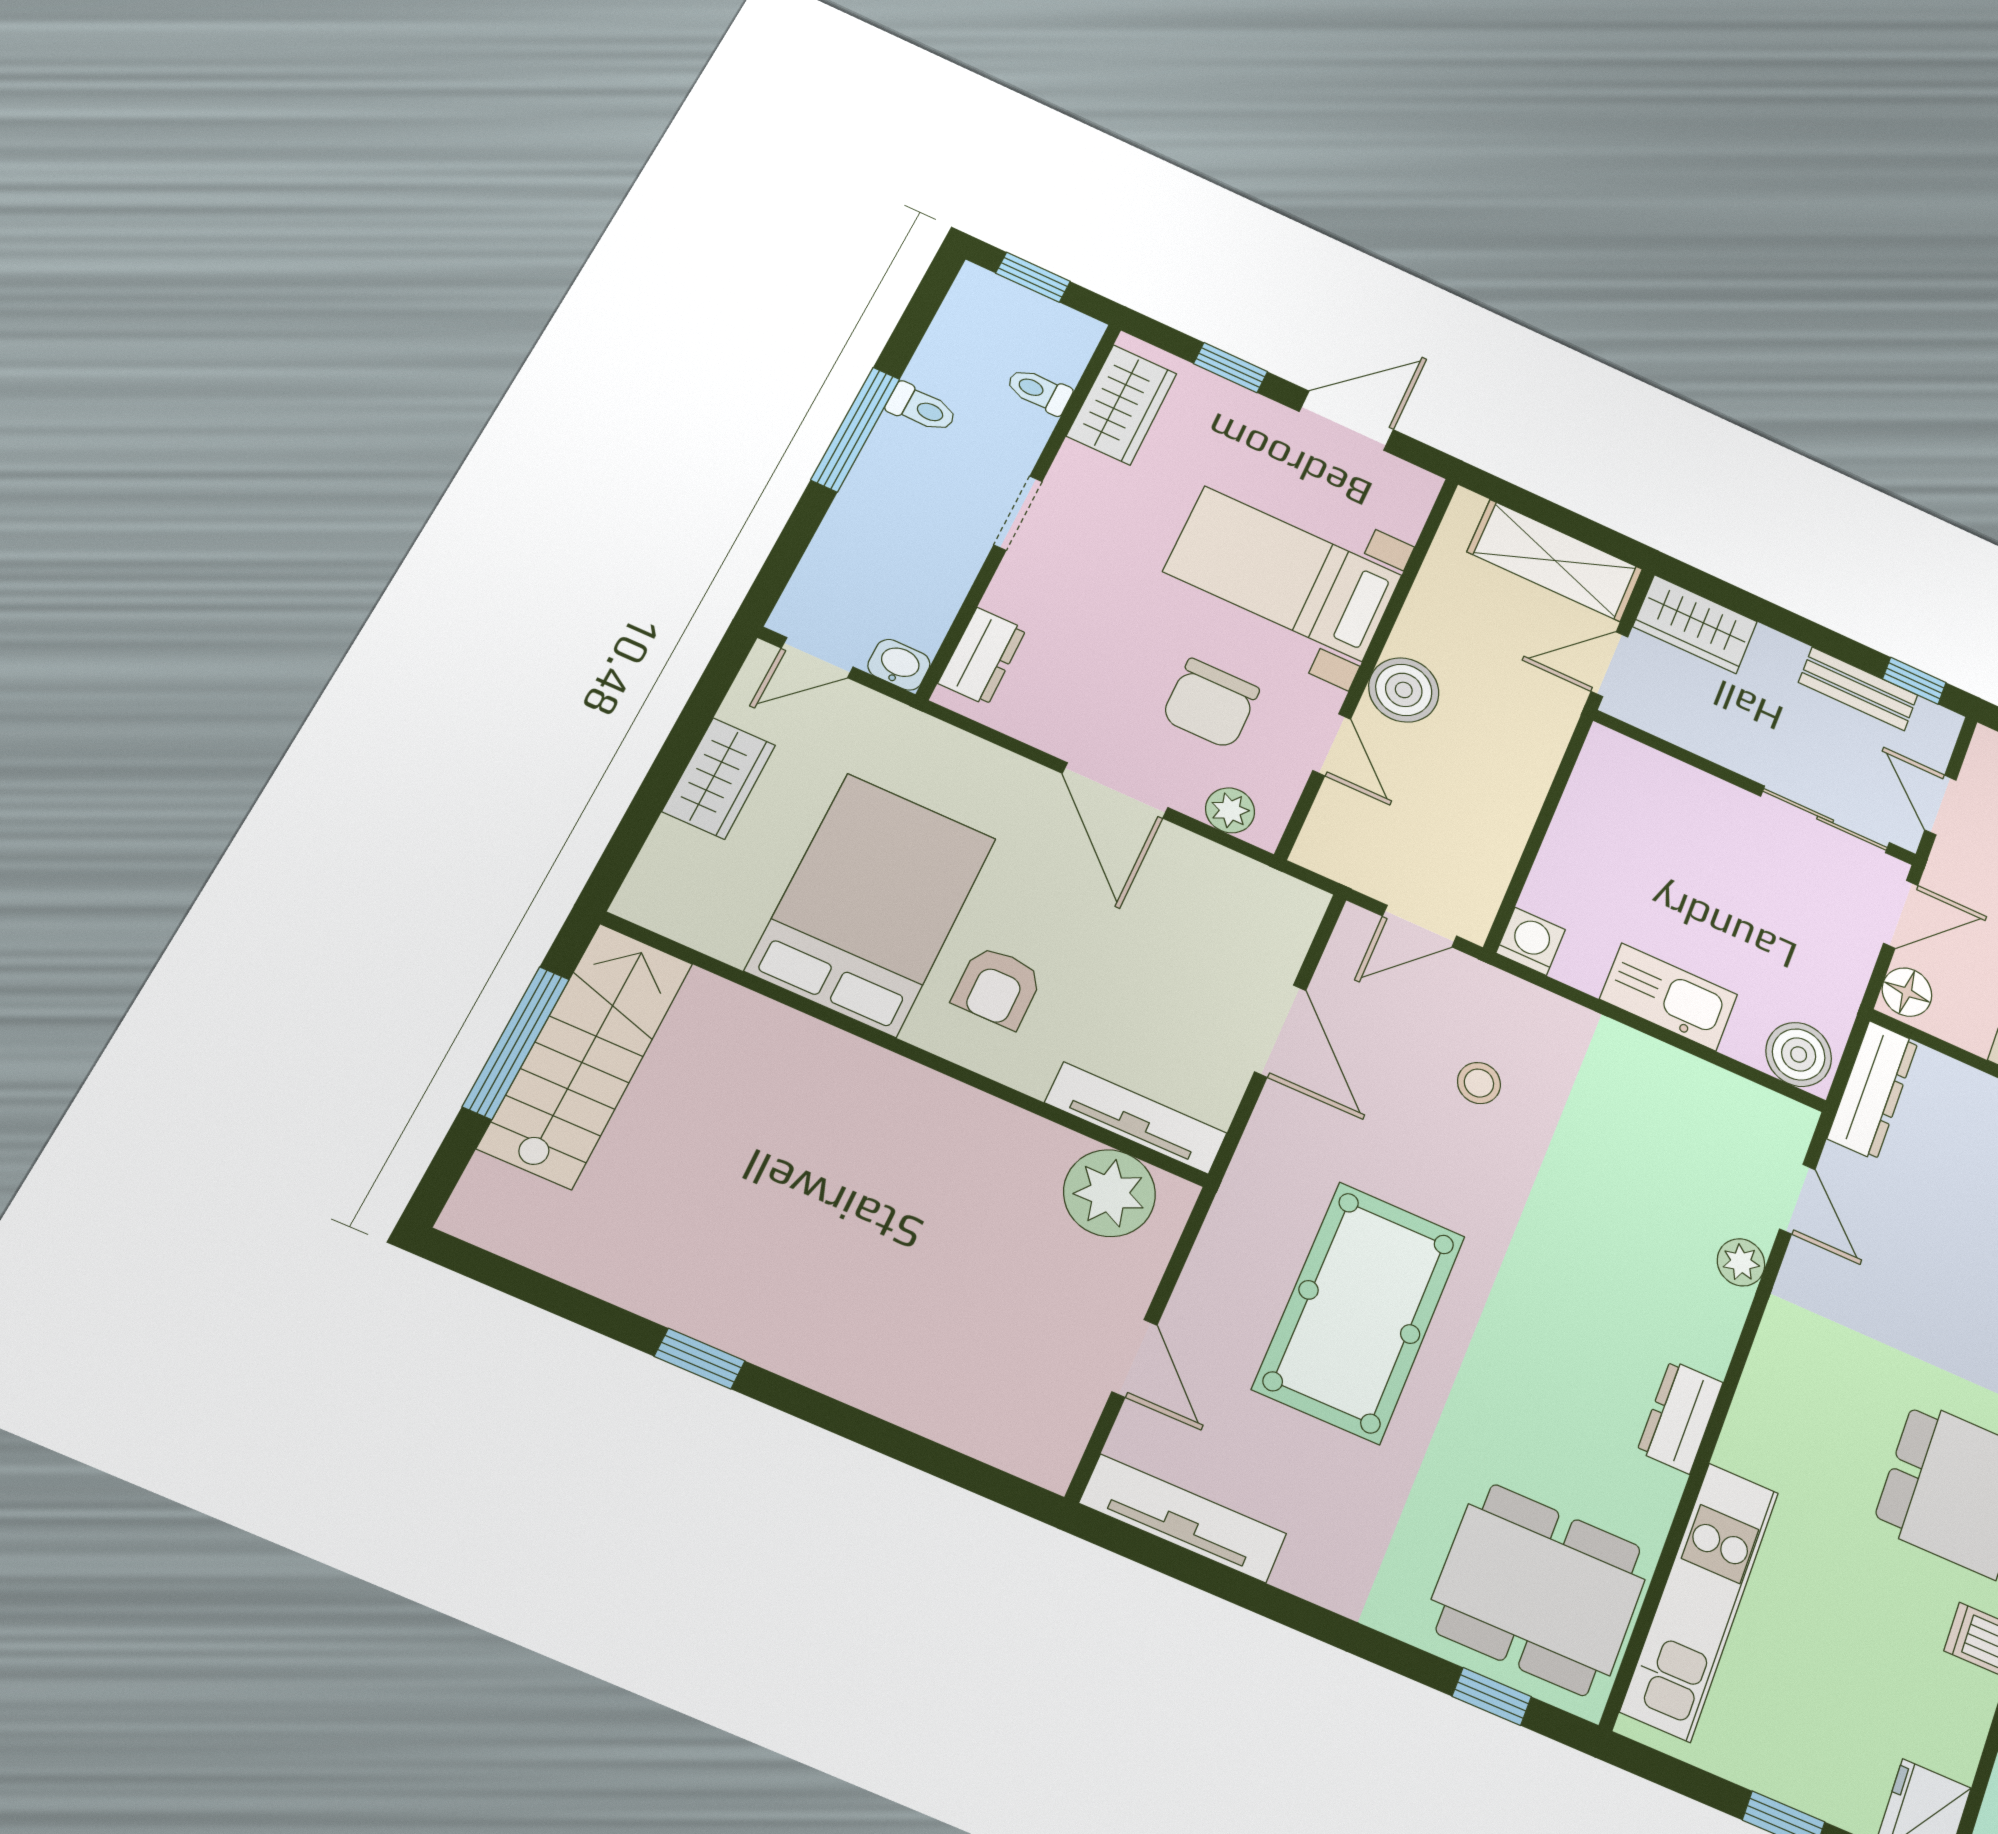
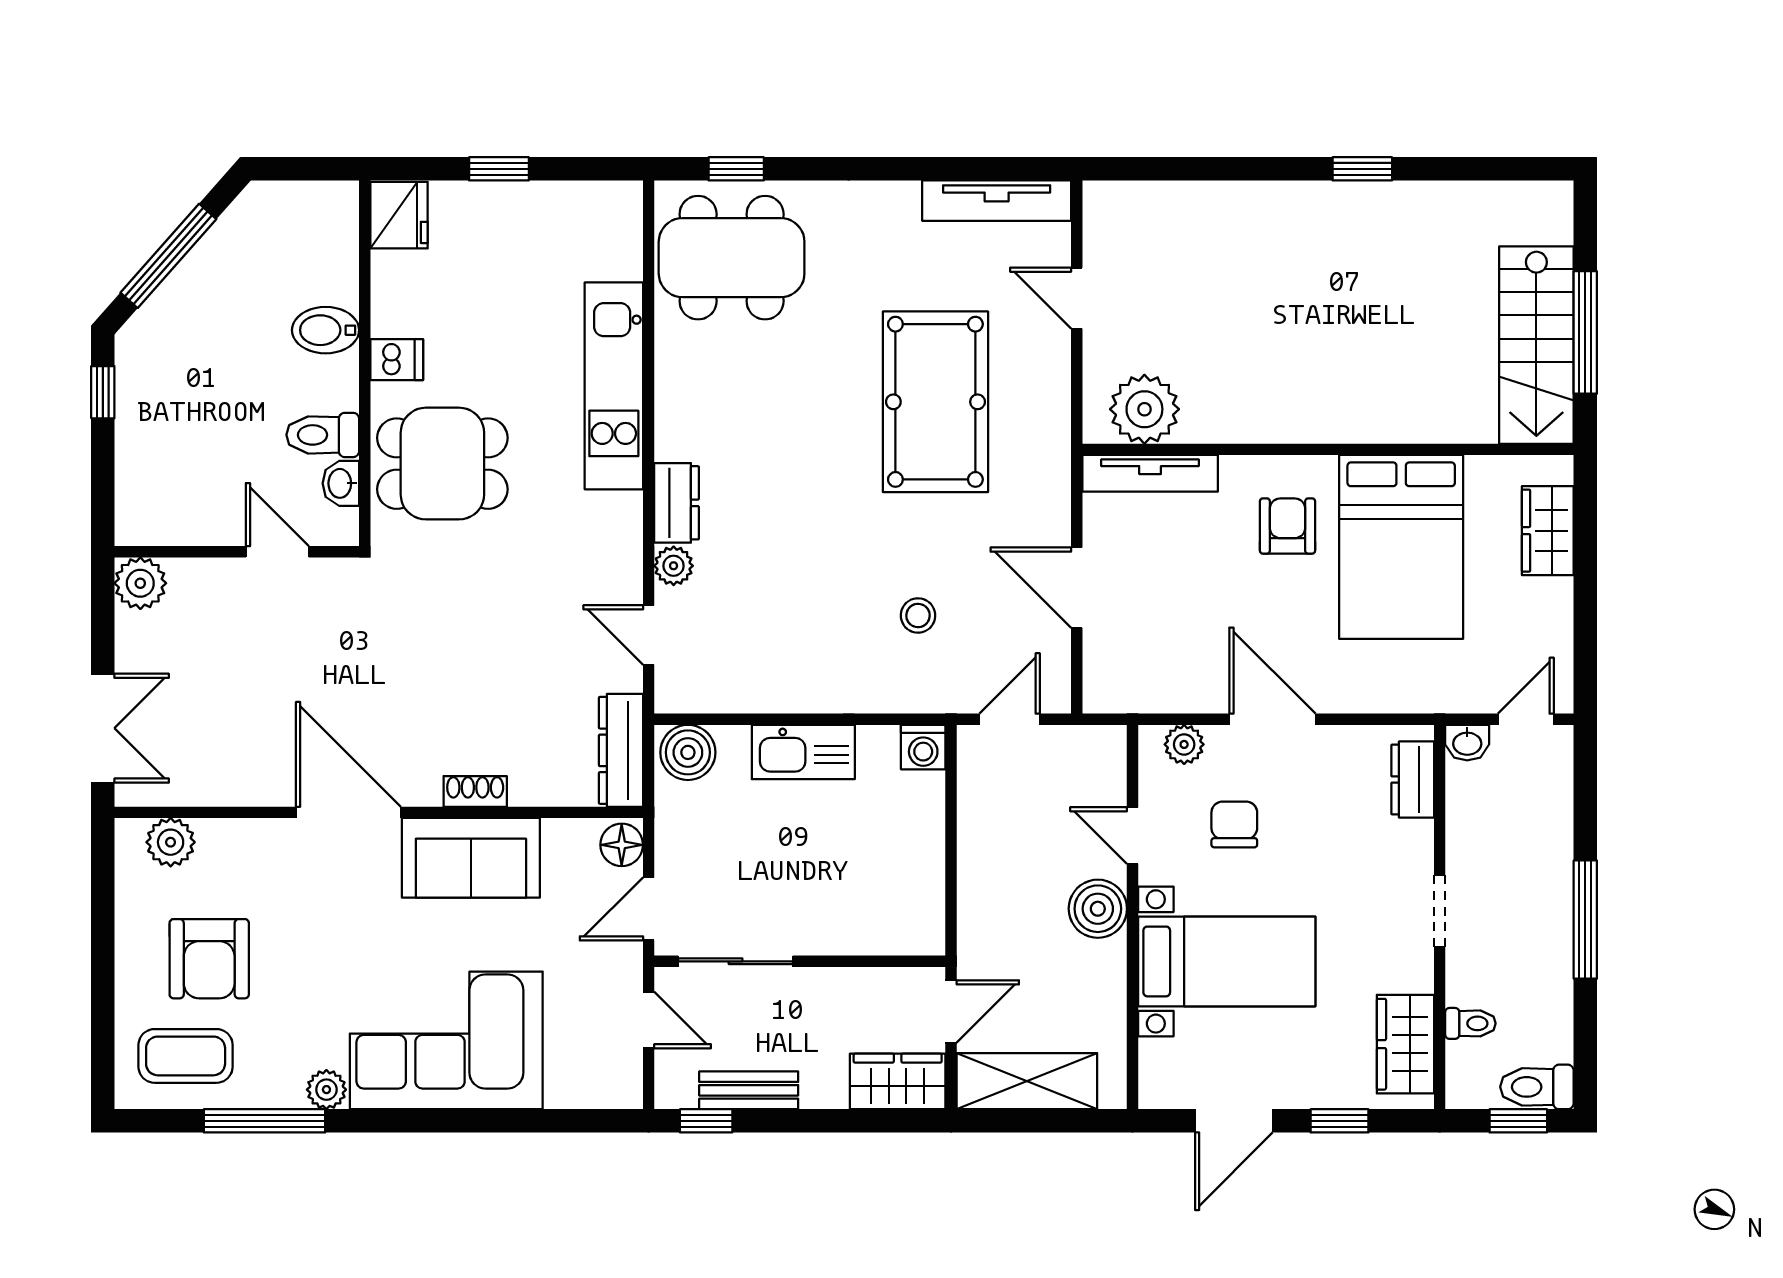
toilet: (922, 408) -> (1537, 1087), moved, width x1.37, depth x1.39
chair: (1211, 704) -> (1234, 824), width x0.73, depth x0.73
wardrobe: (719, 778) -> (1548, 531), moved
dresser: (1680, 1417) -> (677, 503), moved
kitchen unit: (1700, 1601) -> (614, 386), moved

